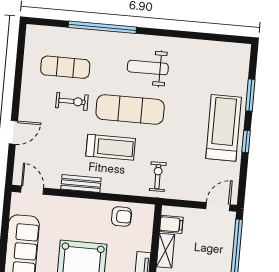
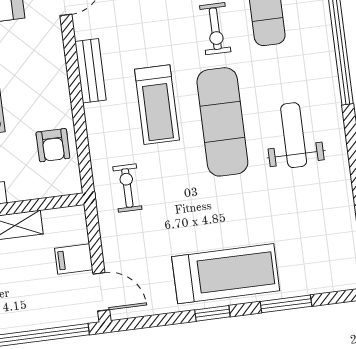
exercise bike: (158, 177) -> (127, 188), turned -89
filing cabinet: (171, 224) -> (74, 259), moved, turned 90

